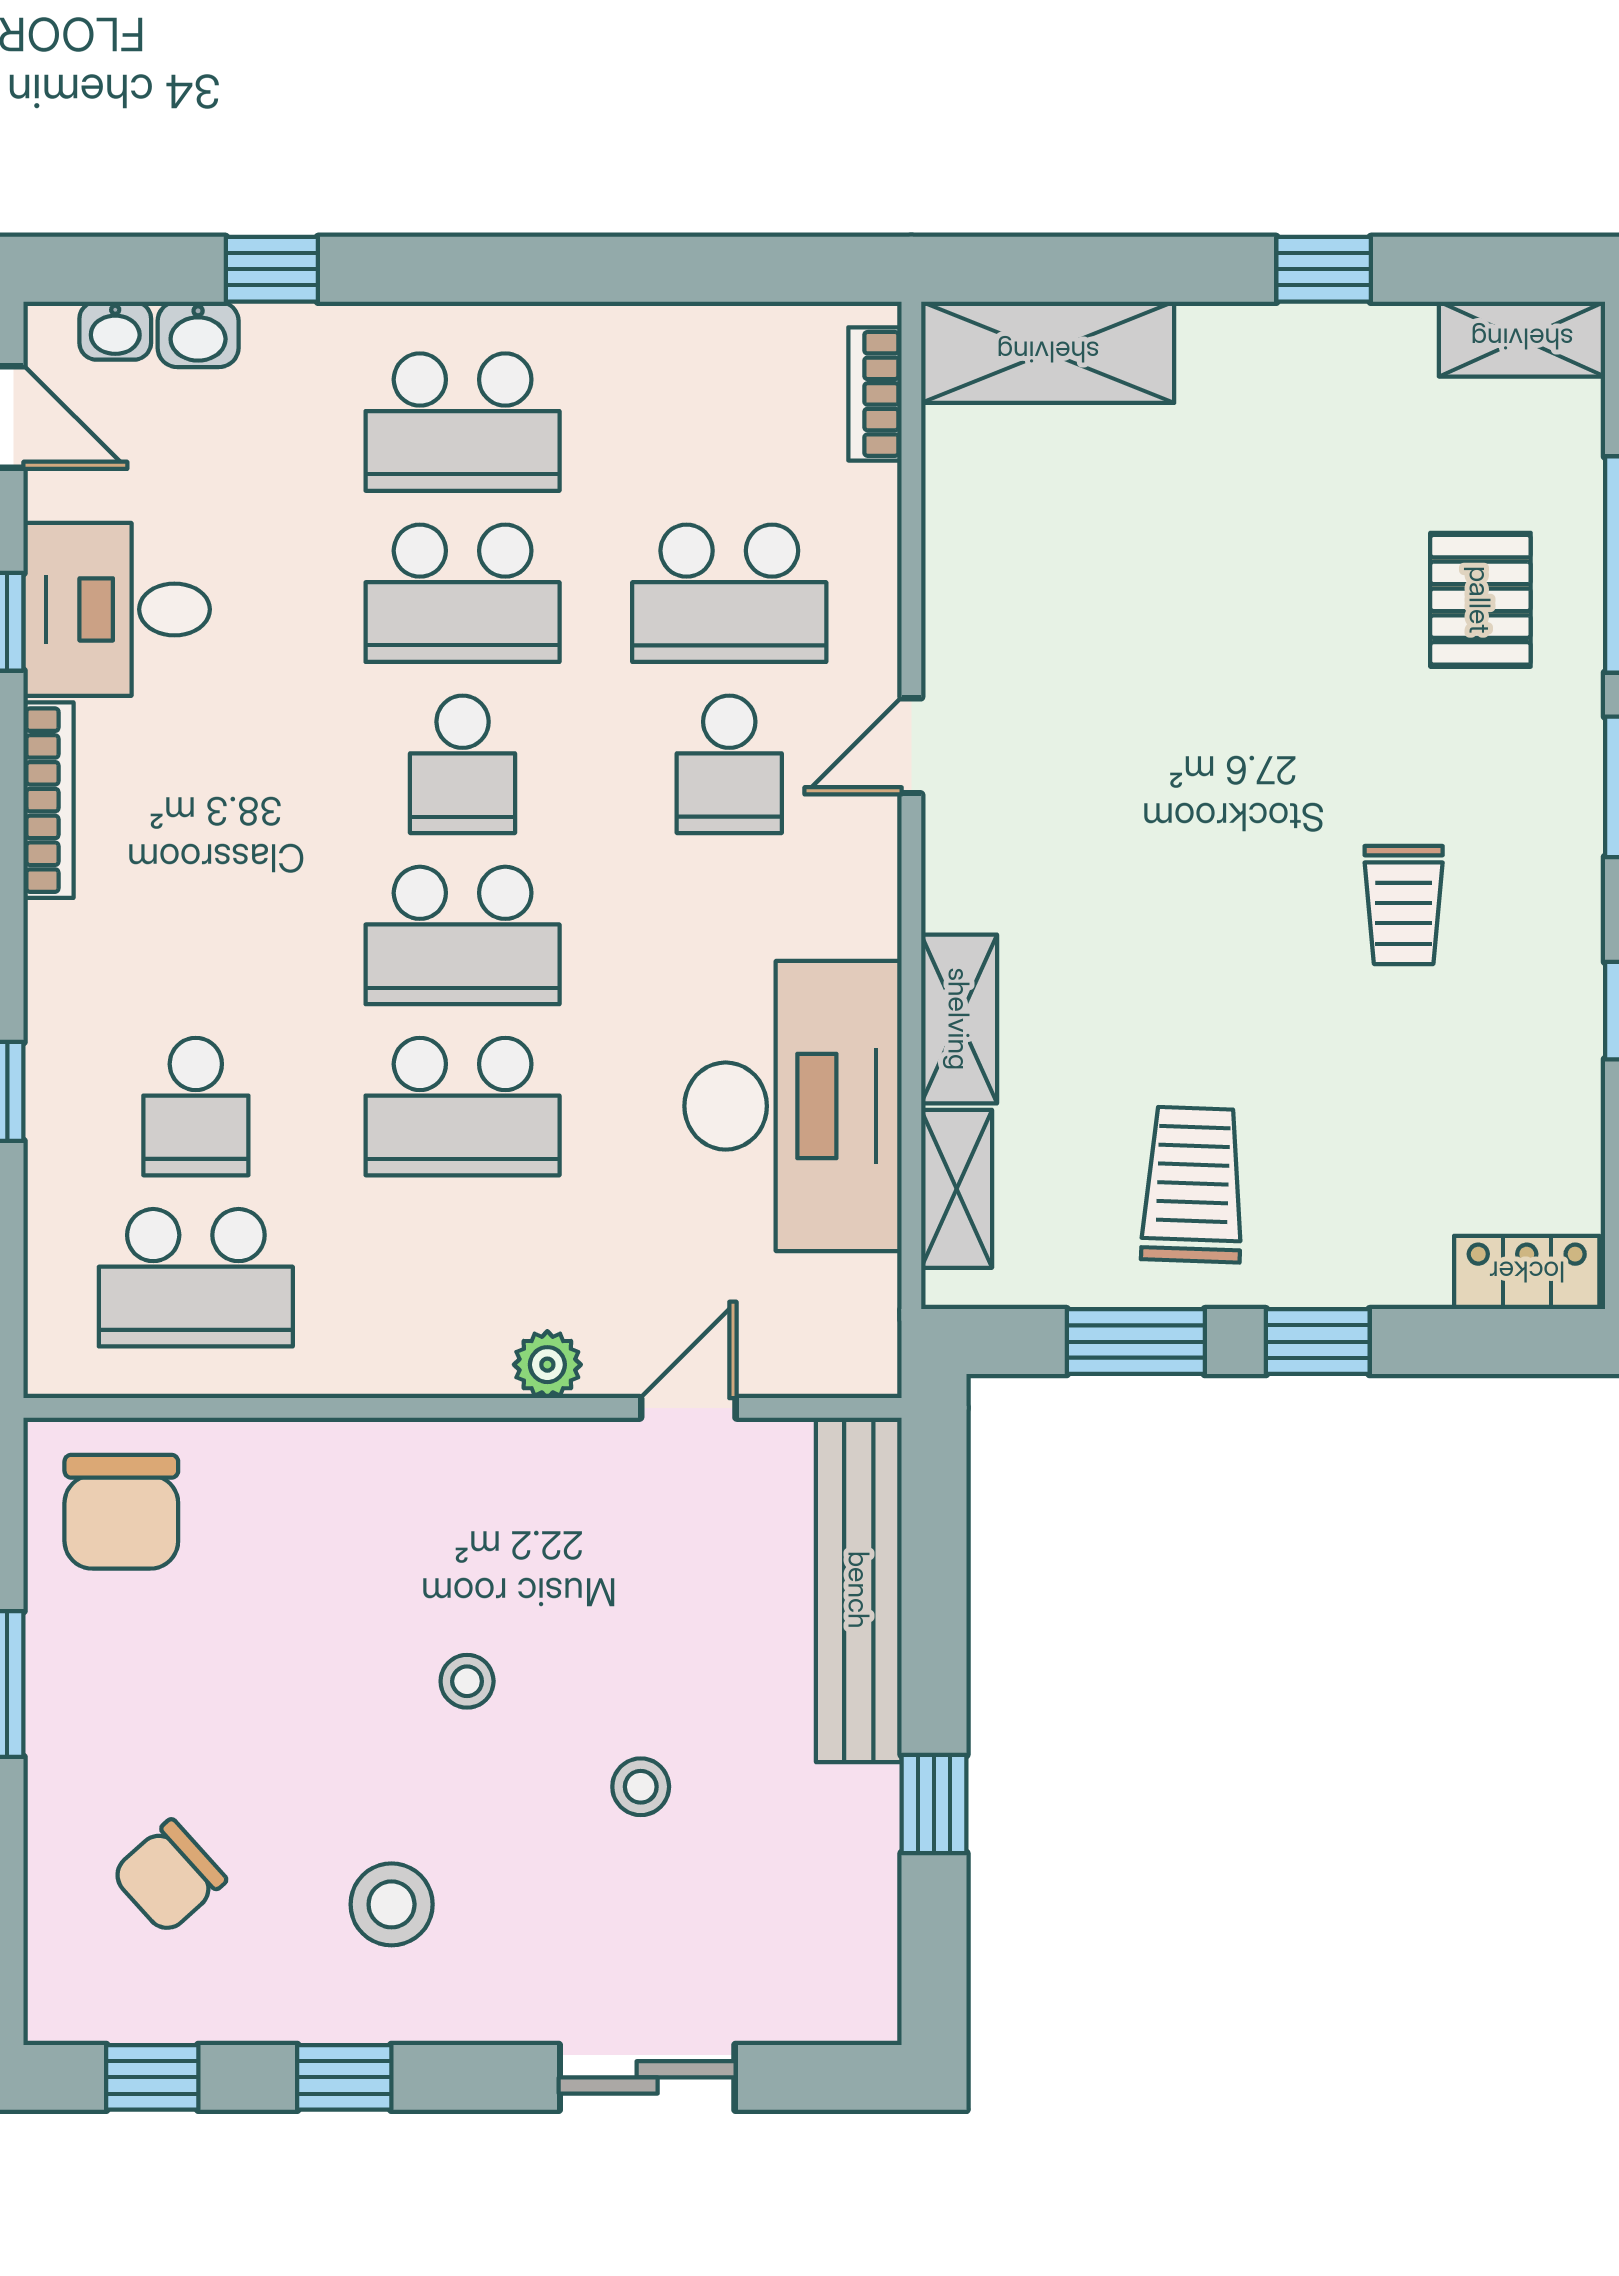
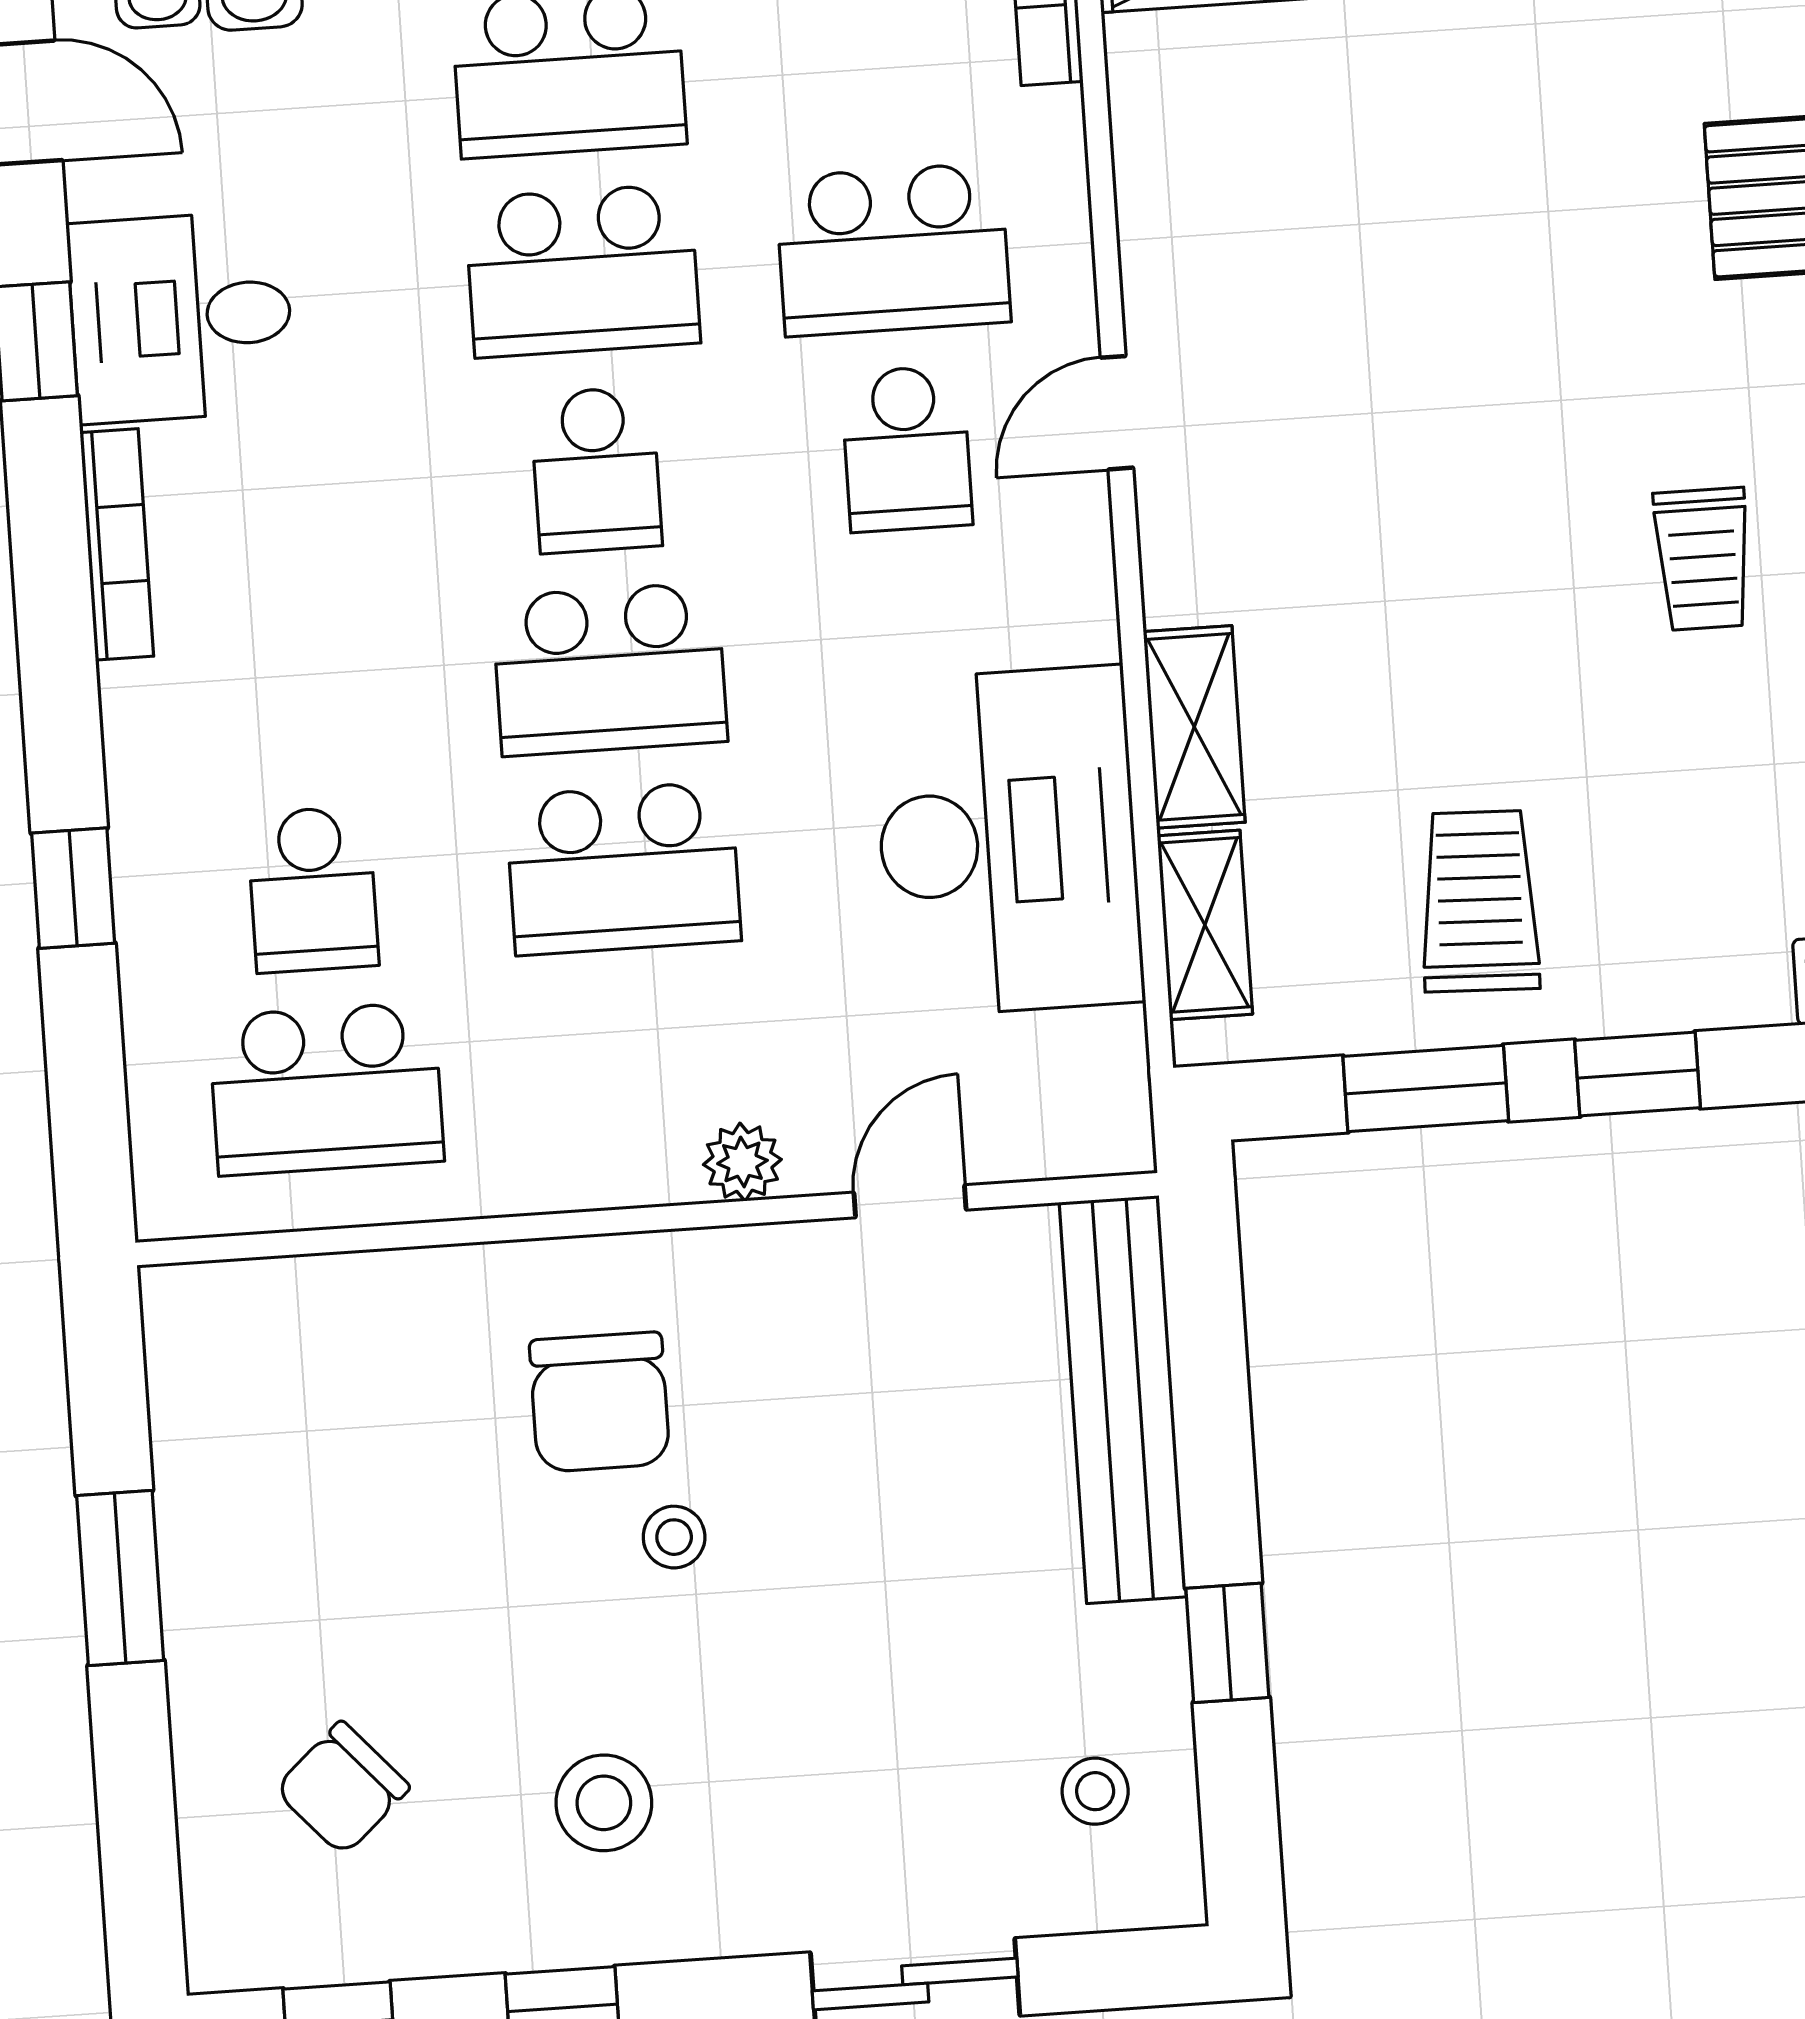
chair: (121, 1512) -> (600, 1402), moved
stool: (641, 1787) -> (1095, 1791), moved

